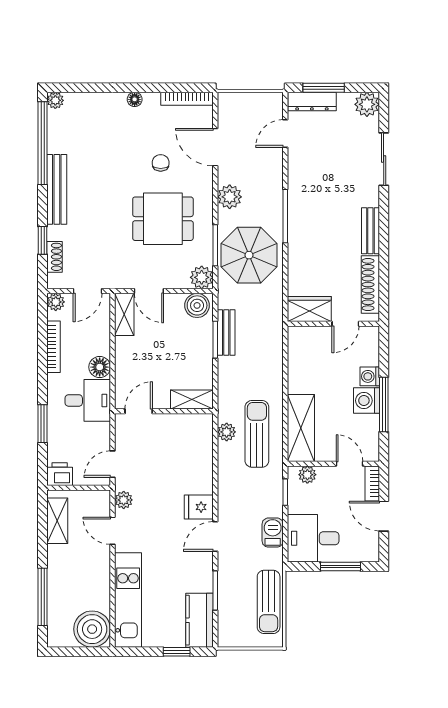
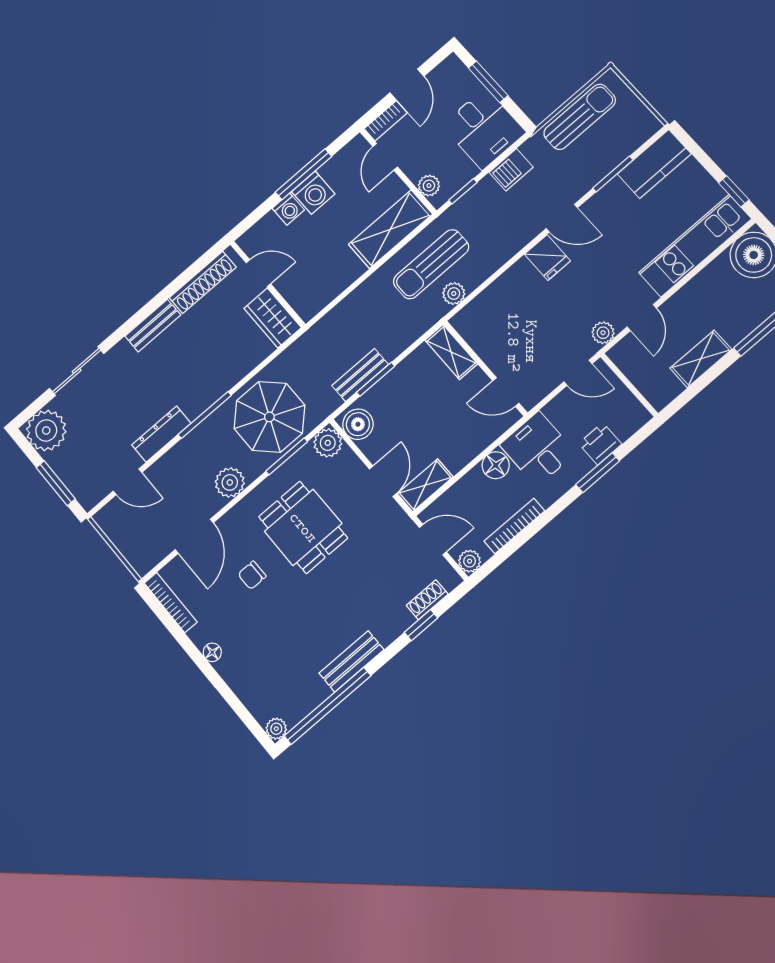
dresser: (312, 101) -> (161, 434), moved, turned -90
plant: (367, 104) -> (46, 430), width x1.36, depth x1.36
bench: (57, 189) -> (351, 661), width x0.73
printer: (60, 474) -> (600, 444), moved, turned 90
shelving: (57, 521) -> (701, 359), moved
window: (177, 652) -> (734, 191), moved

